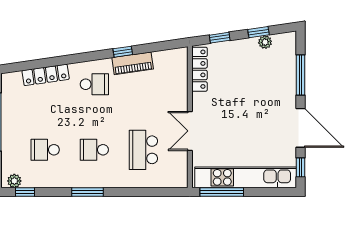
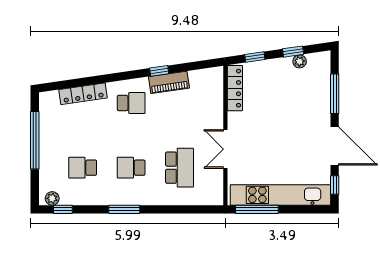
school desk: (143, 150) -> (180, 168), turned 180

